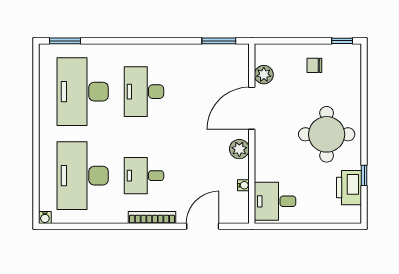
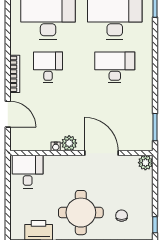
chair: (314, 65) -> (122, 216), moved
plant: (264, 75) -> (145, 163), moved
water cooler: (243, 185) -> (56, 146), moved

